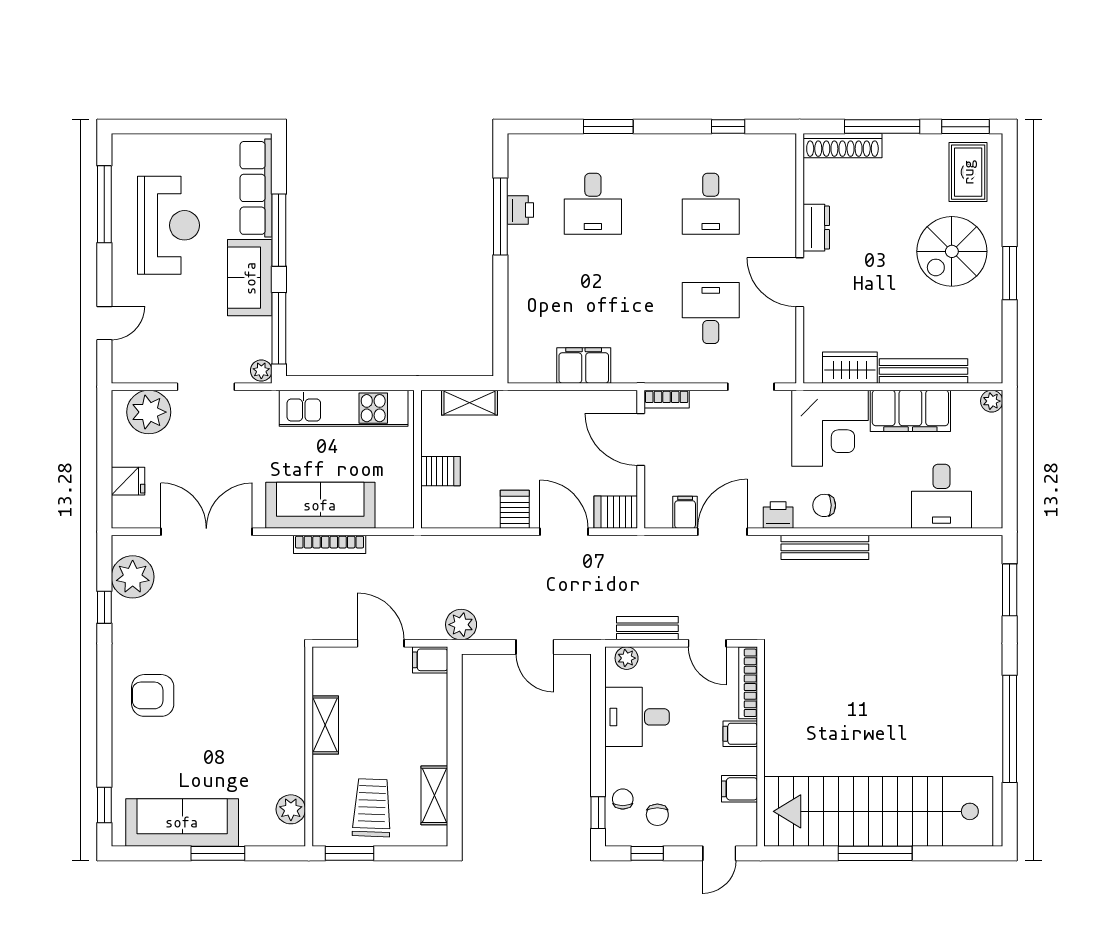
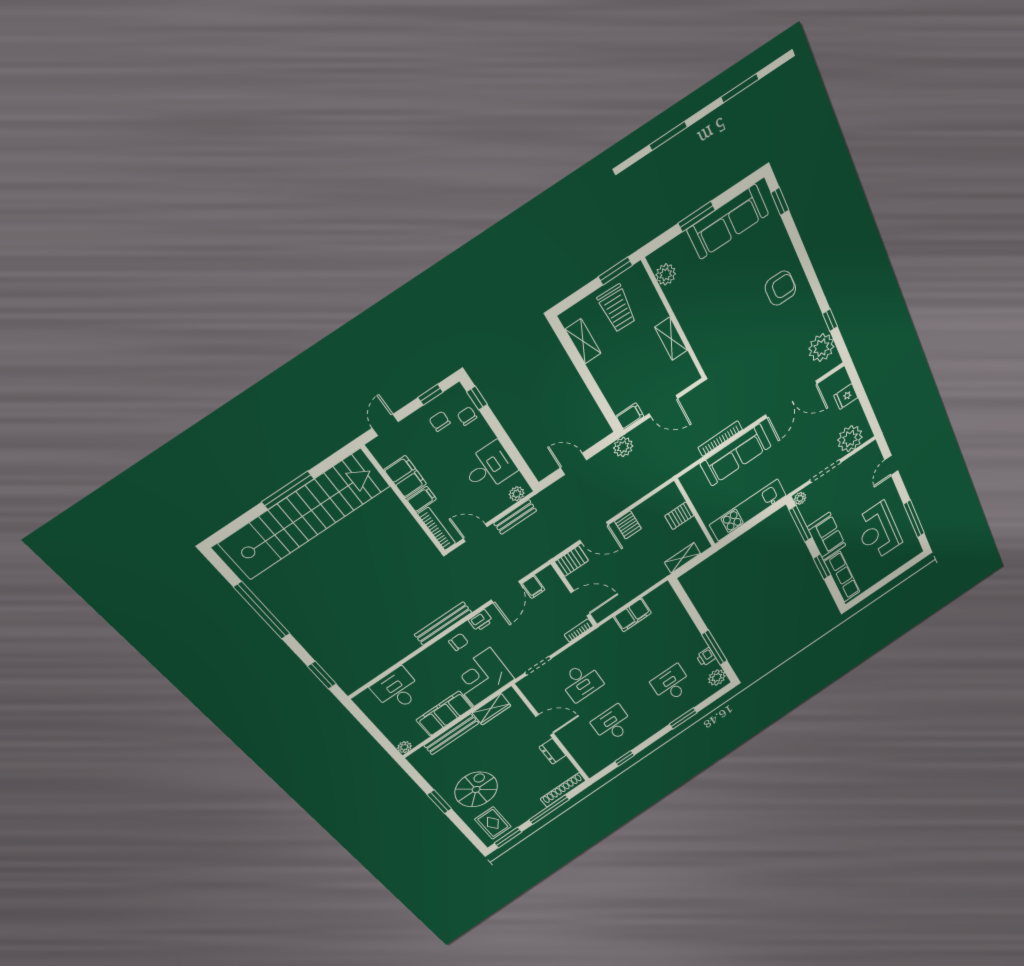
plant: (523, 160) -> (717, 677), added
window: (279, 230) -> (822, 567), width x0.69
filing cabinet: (739, 789) -> (405, 477), width x2.00
chair: (623, 799) -> (467, 416), turned 180

